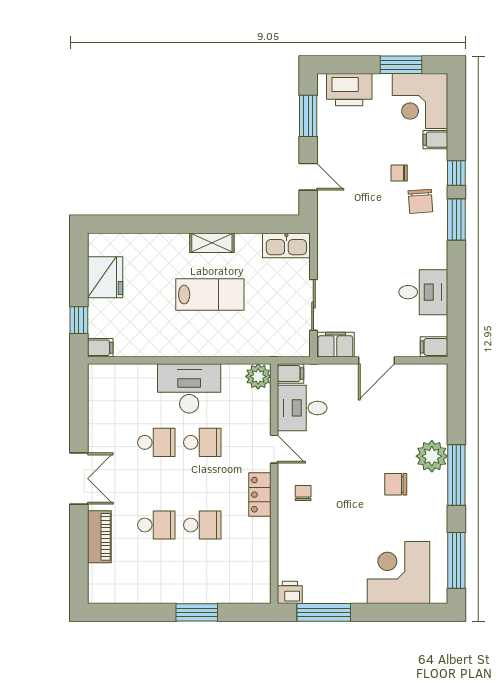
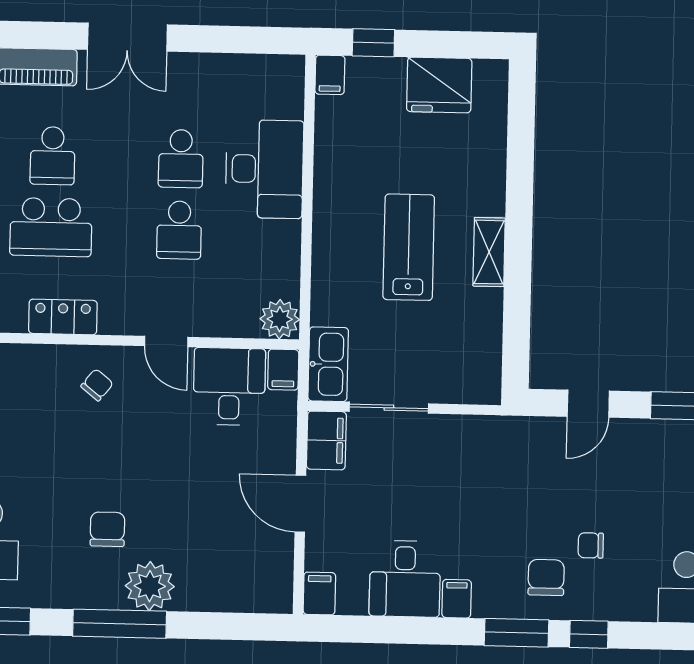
filing cabinet: (435, 140) -> (457, 599), moved
chair: (399, 173) -> (591, 545), turned -90
chair: (420, 201) -> (546, 577), turned 94
kitchen sink: (286, 245) -> (328, 364), moved, turned 180
lab bench: (210, 295) -> (409, 247), turned 180
desk: (189, 388) -> (265, 169), moved
door: (274, 449) -> (166, 342), hinge flipped
chair: (303, 493) -> (97, 385), turned -51
locker: (260, 495) -> (63, 317), moved
school desk: (202, 525) -> (51, 227), width x1.85

